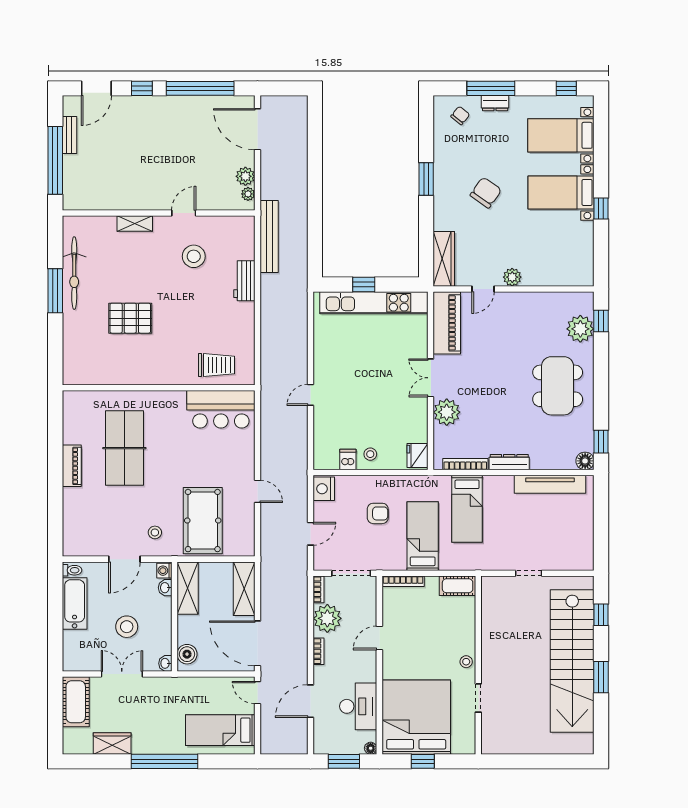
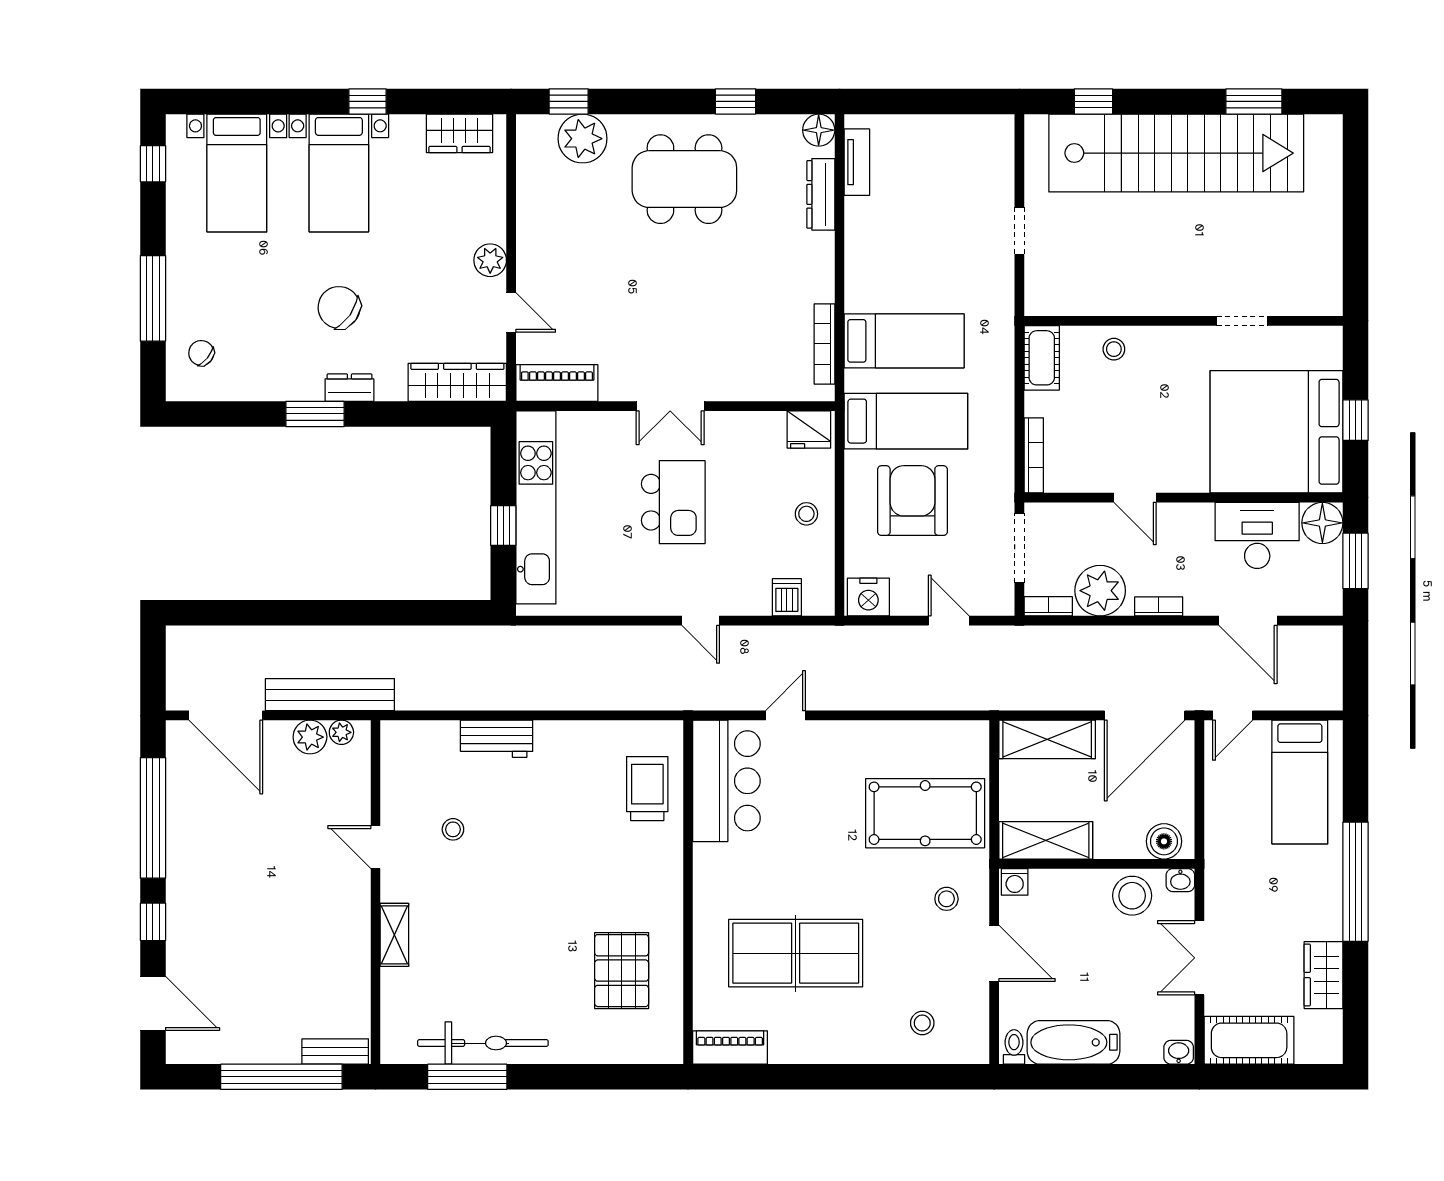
dresser: (495, 103) -> (349, 388), moved, turned -90
door: (257, 129) -> (226, 715), hinge flipped
bench: (69, 135) -> (335, 1052), moved
bench: (269, 237) -> (330, 695), moved
stool: (194, 256) -> (453, 829), width x0.53, depth x0.53
wardrobe: (583, 260) -> (459, 133), added
window: (55, 291) -> (467, 1077), moved
pallet: (130, 318) -> (622, 971), moved
piano: (447, 323) -> (557, 383), width x0.73, depth x0.75
kitchen island: (377, 380) -> (673, 502), added
plant: (447, 412) -> (732, 377), removed
window: (601, 442) -> (736, 101), moved
dishwasher: (348, 460) -> (787, 597), moved, turned 90
dresser: (509, 462) -> (821, 194), moved
piano: (72, 466) -> (730, 1048), moved
tv unit: (550, 484) -> (857, 162), width x0.52, depth x0.78
door: (257, 491) -> (785, 715), moved
armchair: (378, 513) -> (912, 501), width x1.88, depth x1.88
stool: (85, 519) -> (922, 1023), added
bed: (423, 536) -> (906, 421), moved, turned 180
washbasin: (165, 588) -> (1179, 1052), moved, turned 180
stool: (127, 627) -> (1132, 896), moved
stool: (466, 662) -> (1114, 349), moved
window: (601, 677) -> (1254, 101), moved
floor lamp: (371, 748) -> (1322, 523), width x1.89, depth x1.89

